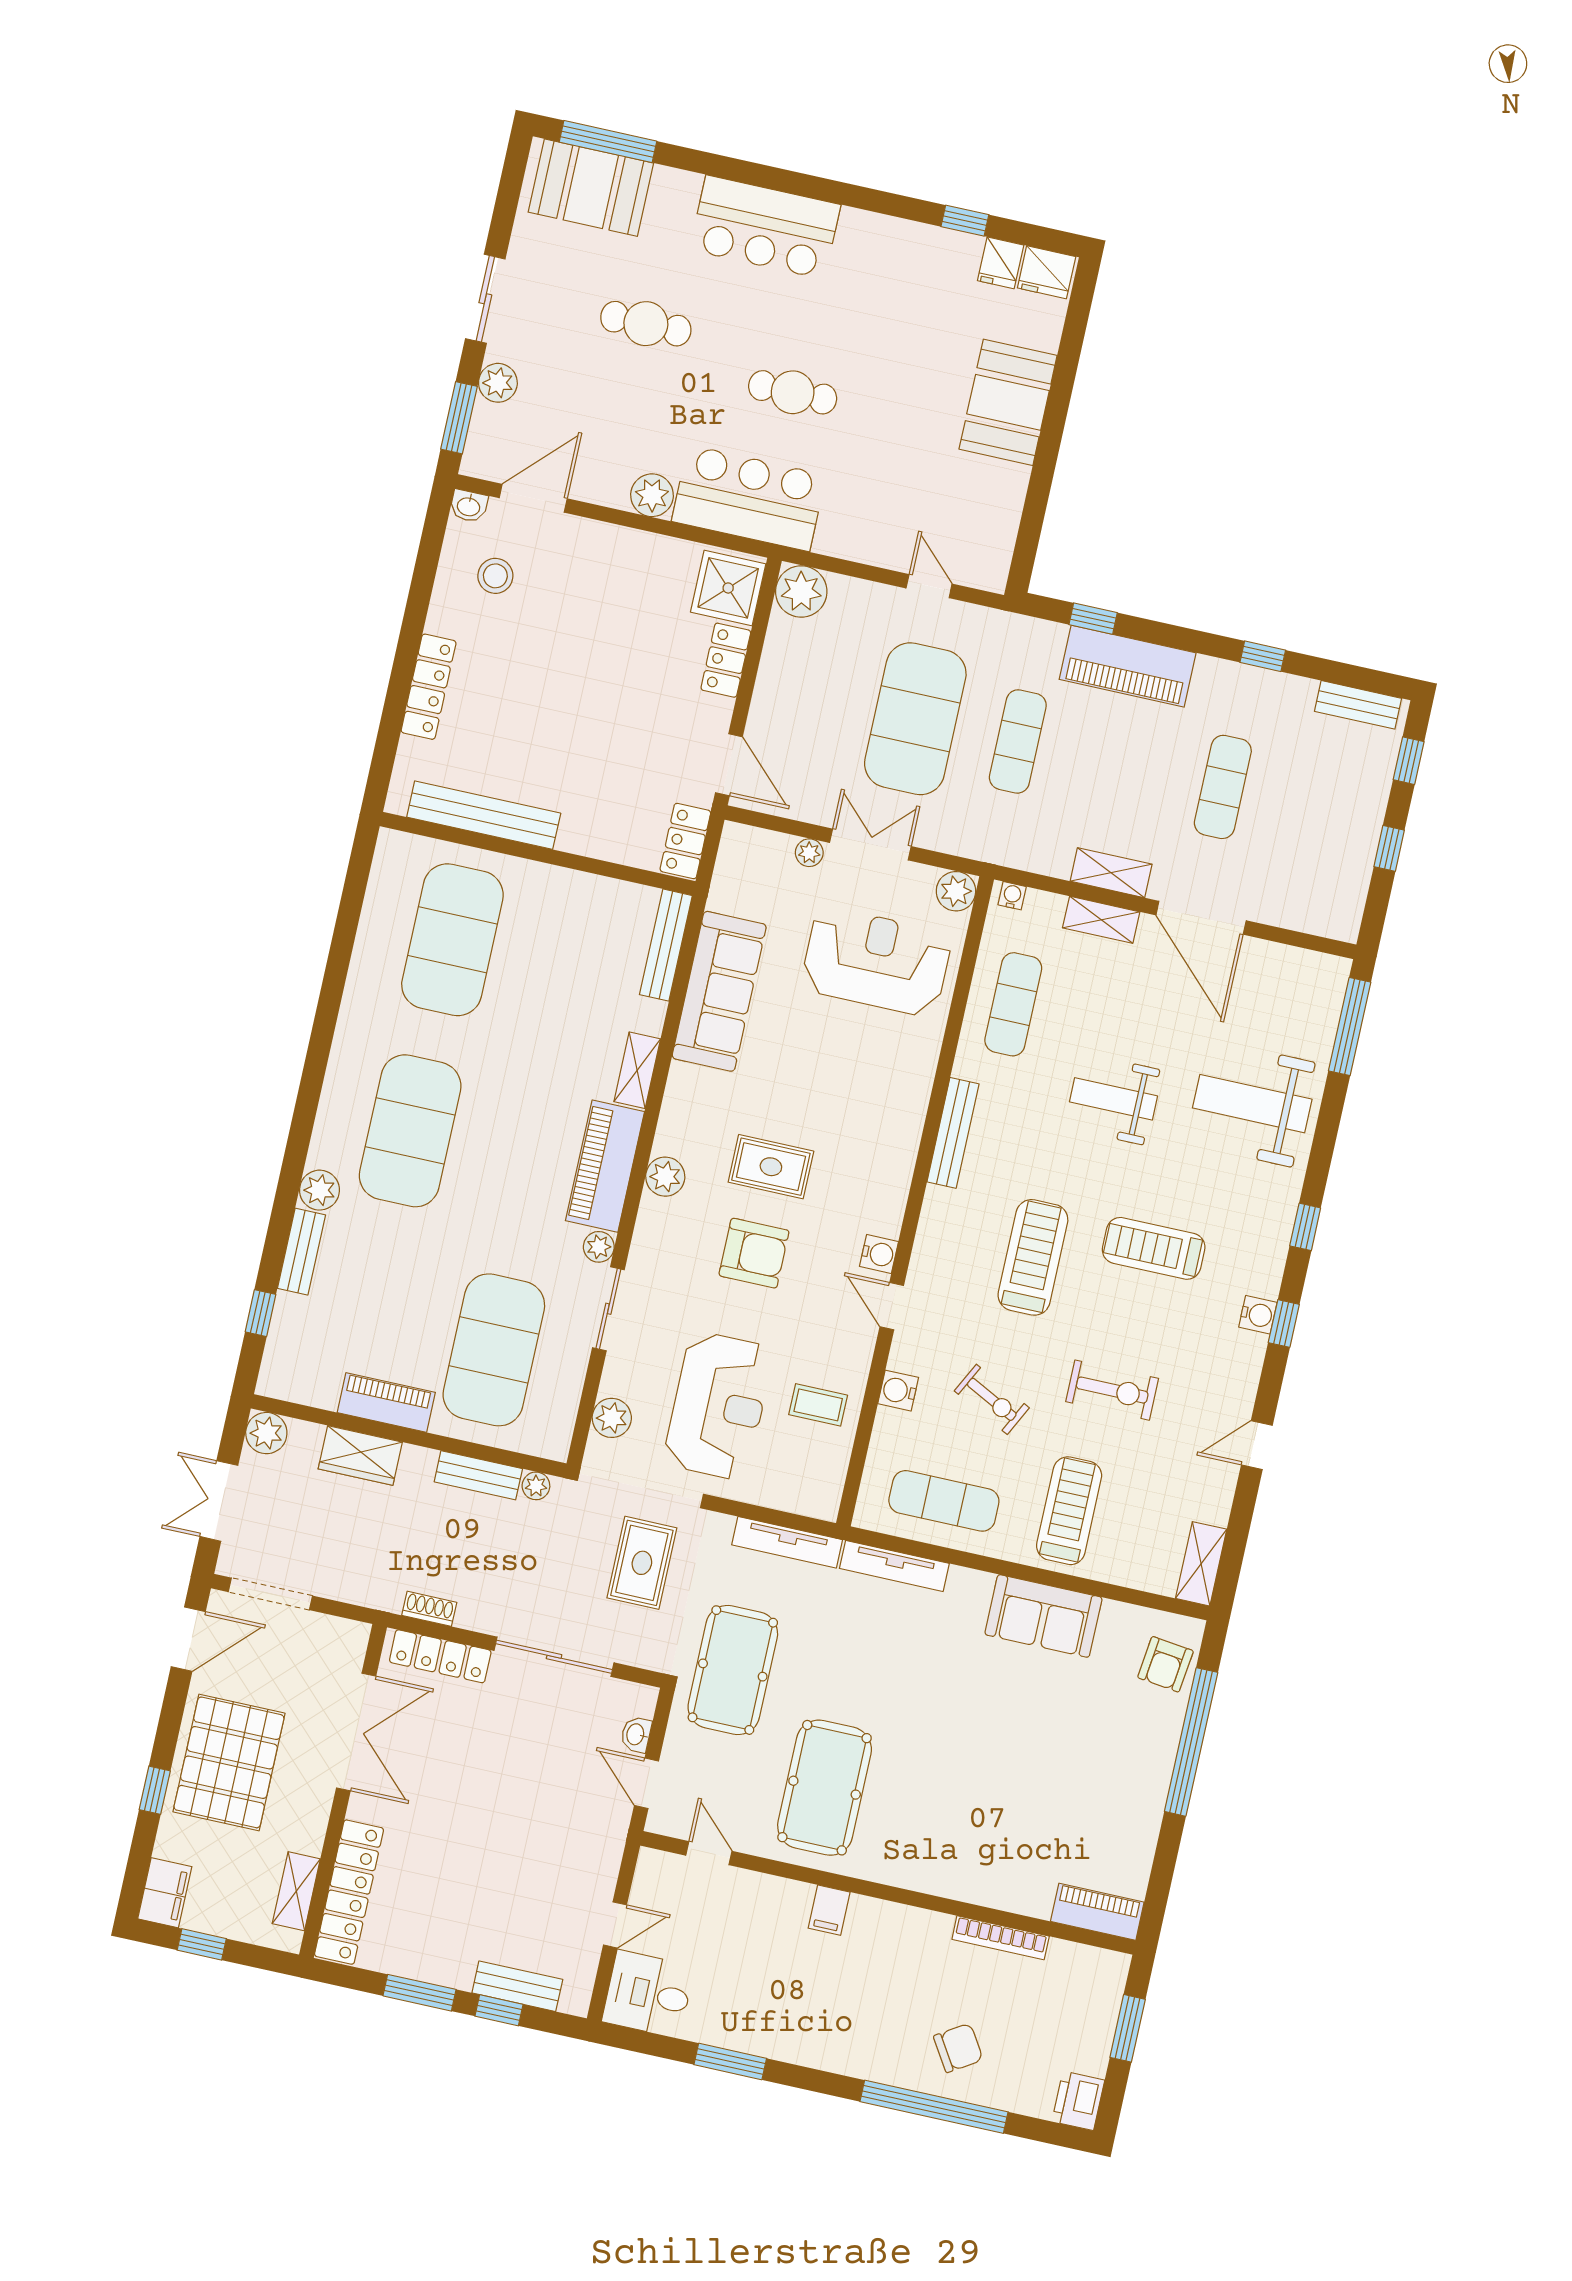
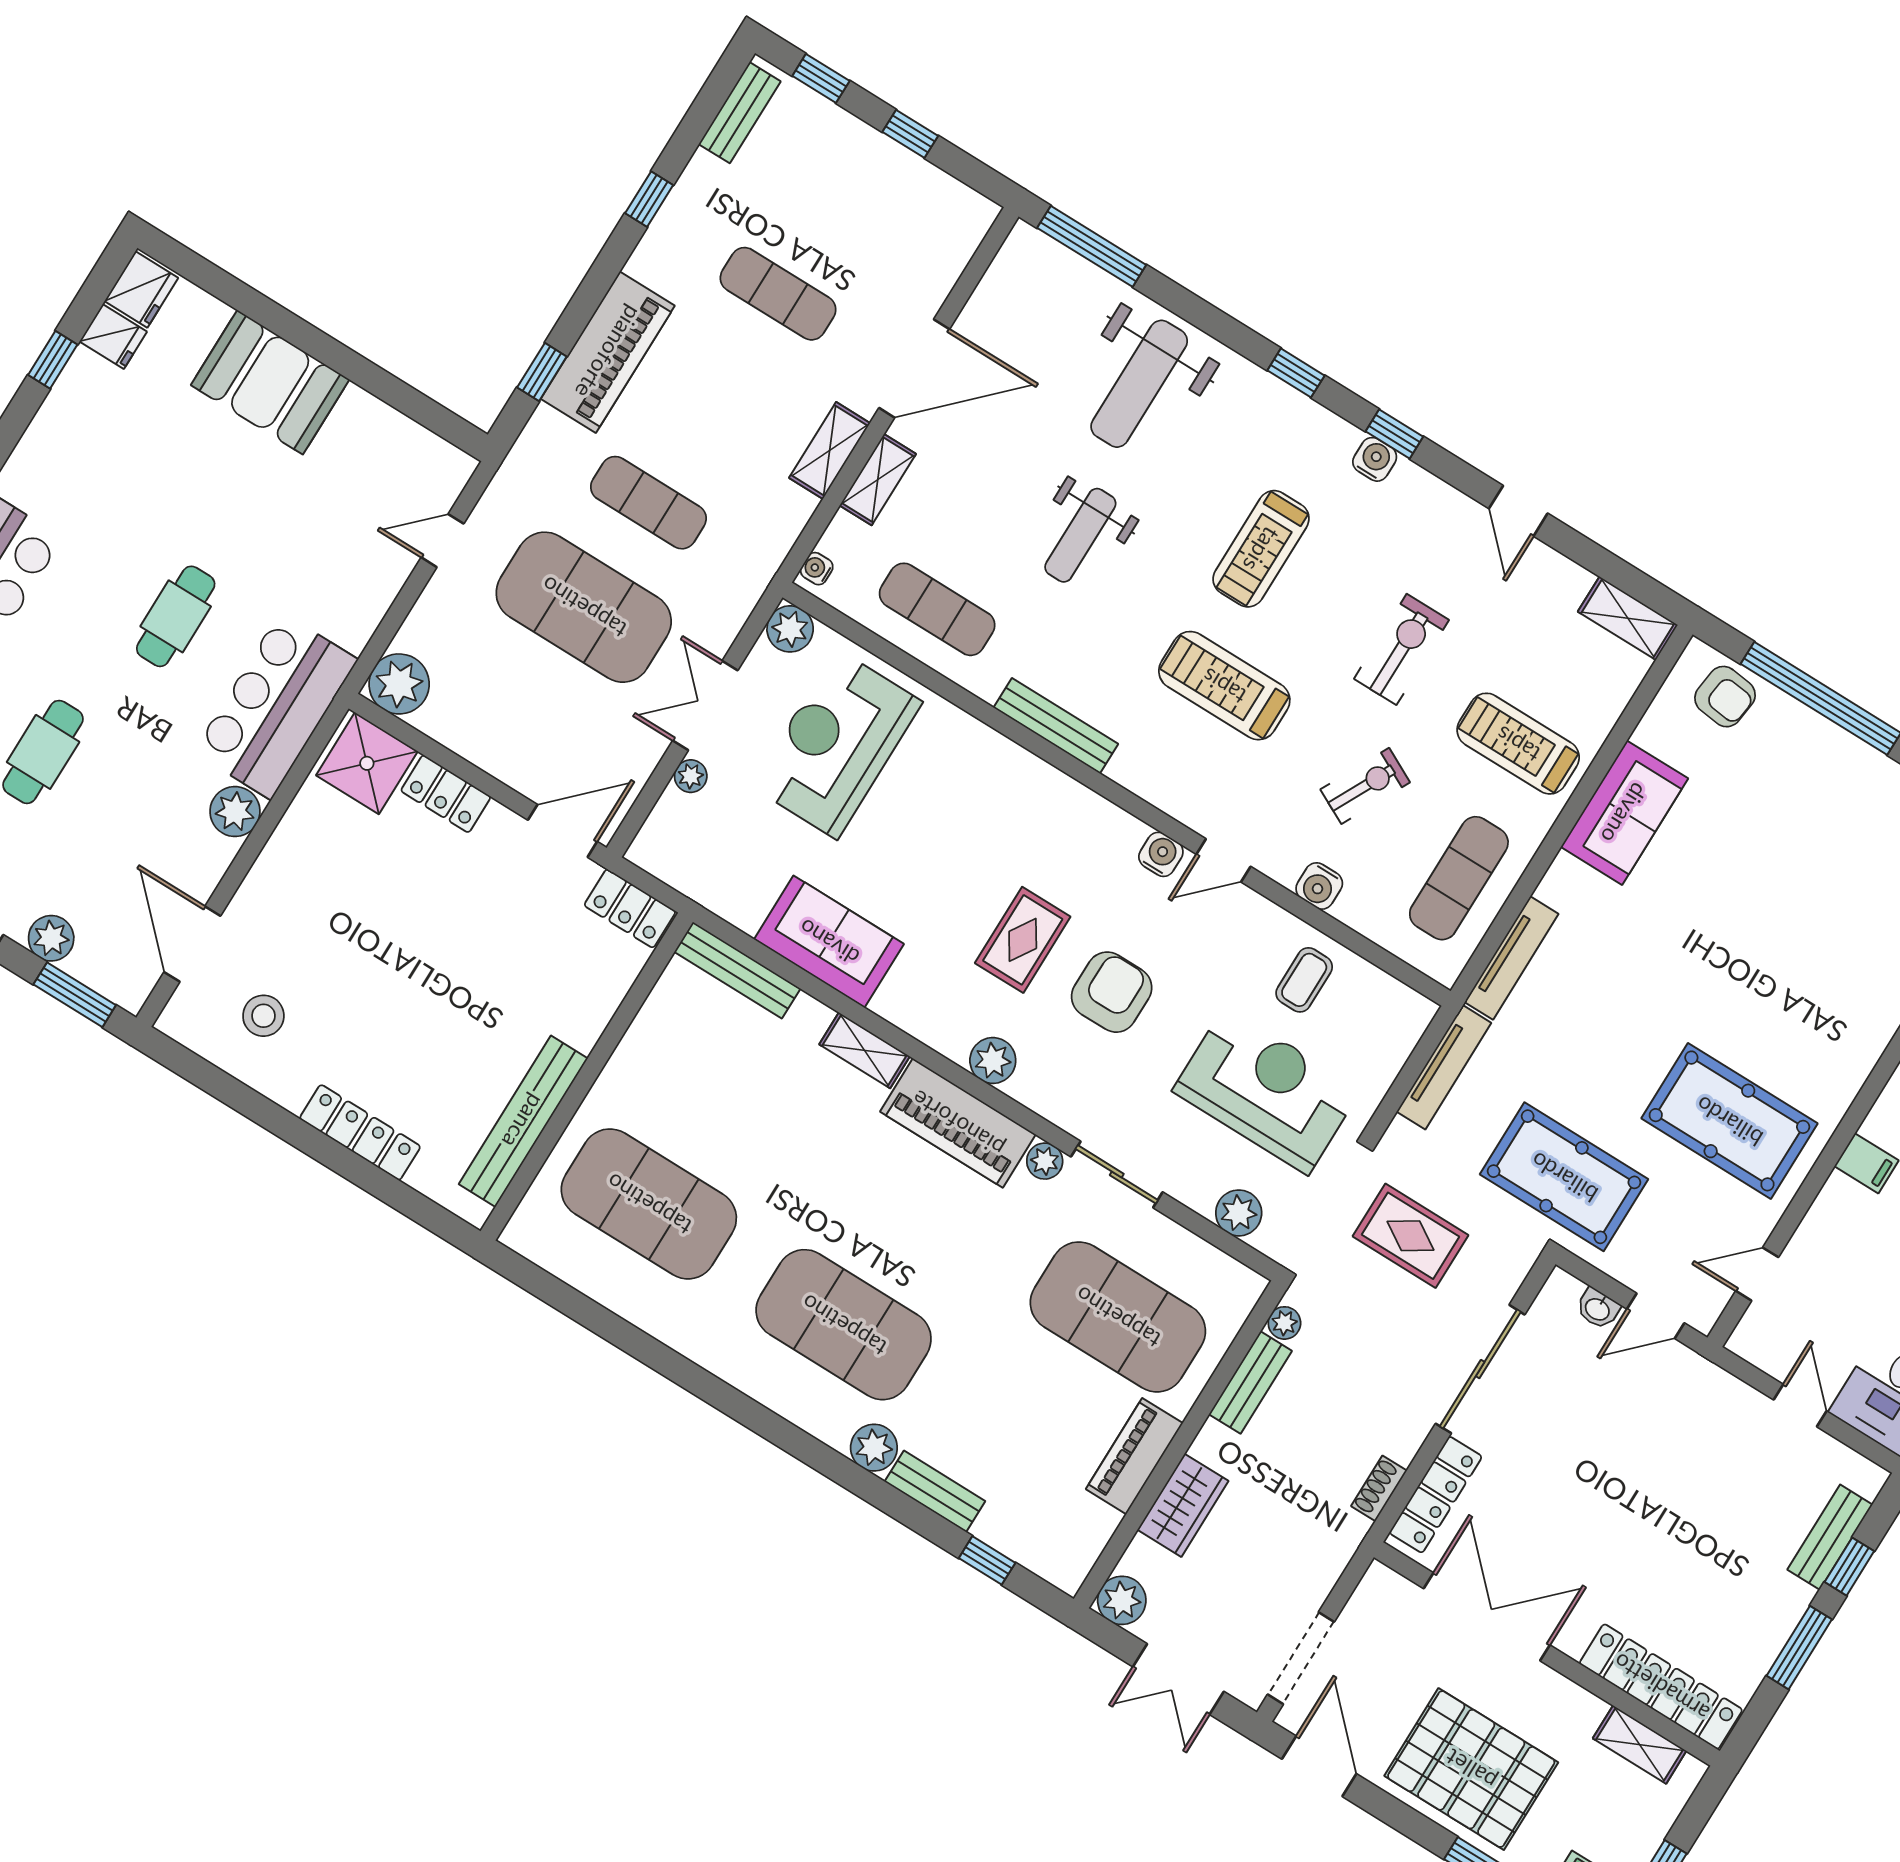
washbasin: (469, 506) -> (176, 1018), removed
sofa: (719, 991) -> (829, 942), width x0.73

